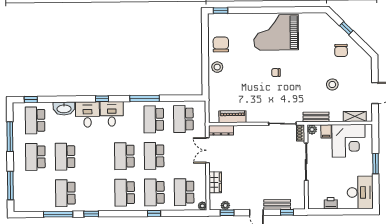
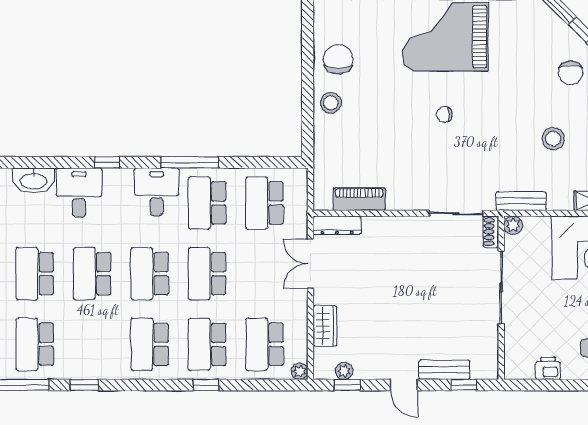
desk: (112, 114) -> (157, 192), moved
filing cabinet: (326, 131) -> (540, 229), removed
school desk: (95, 156) -> (92, 274), added

